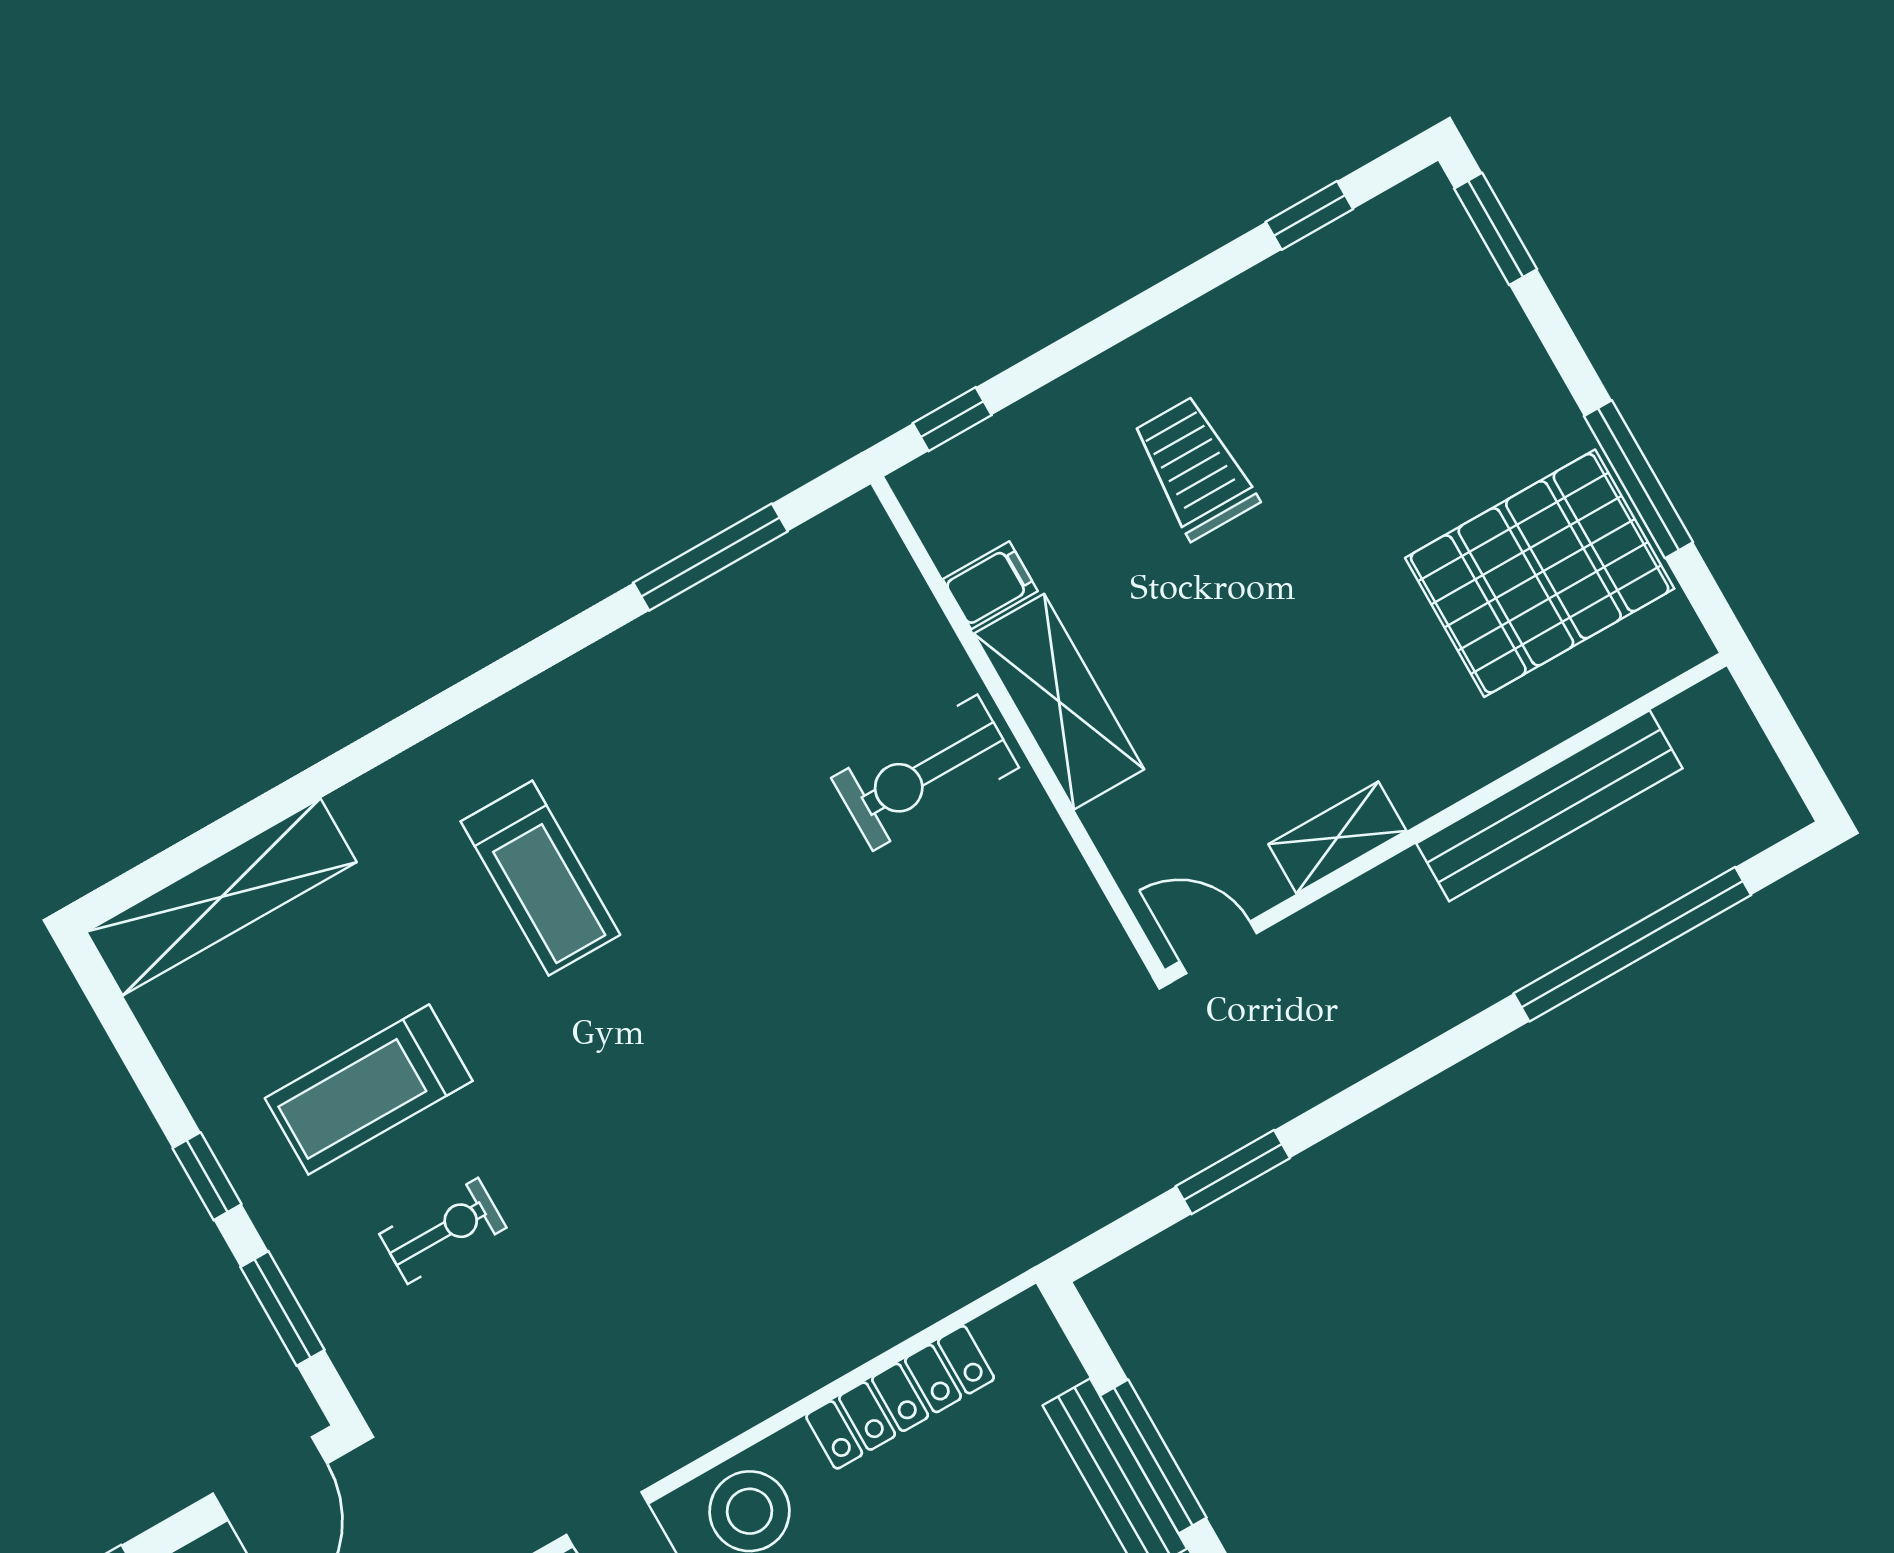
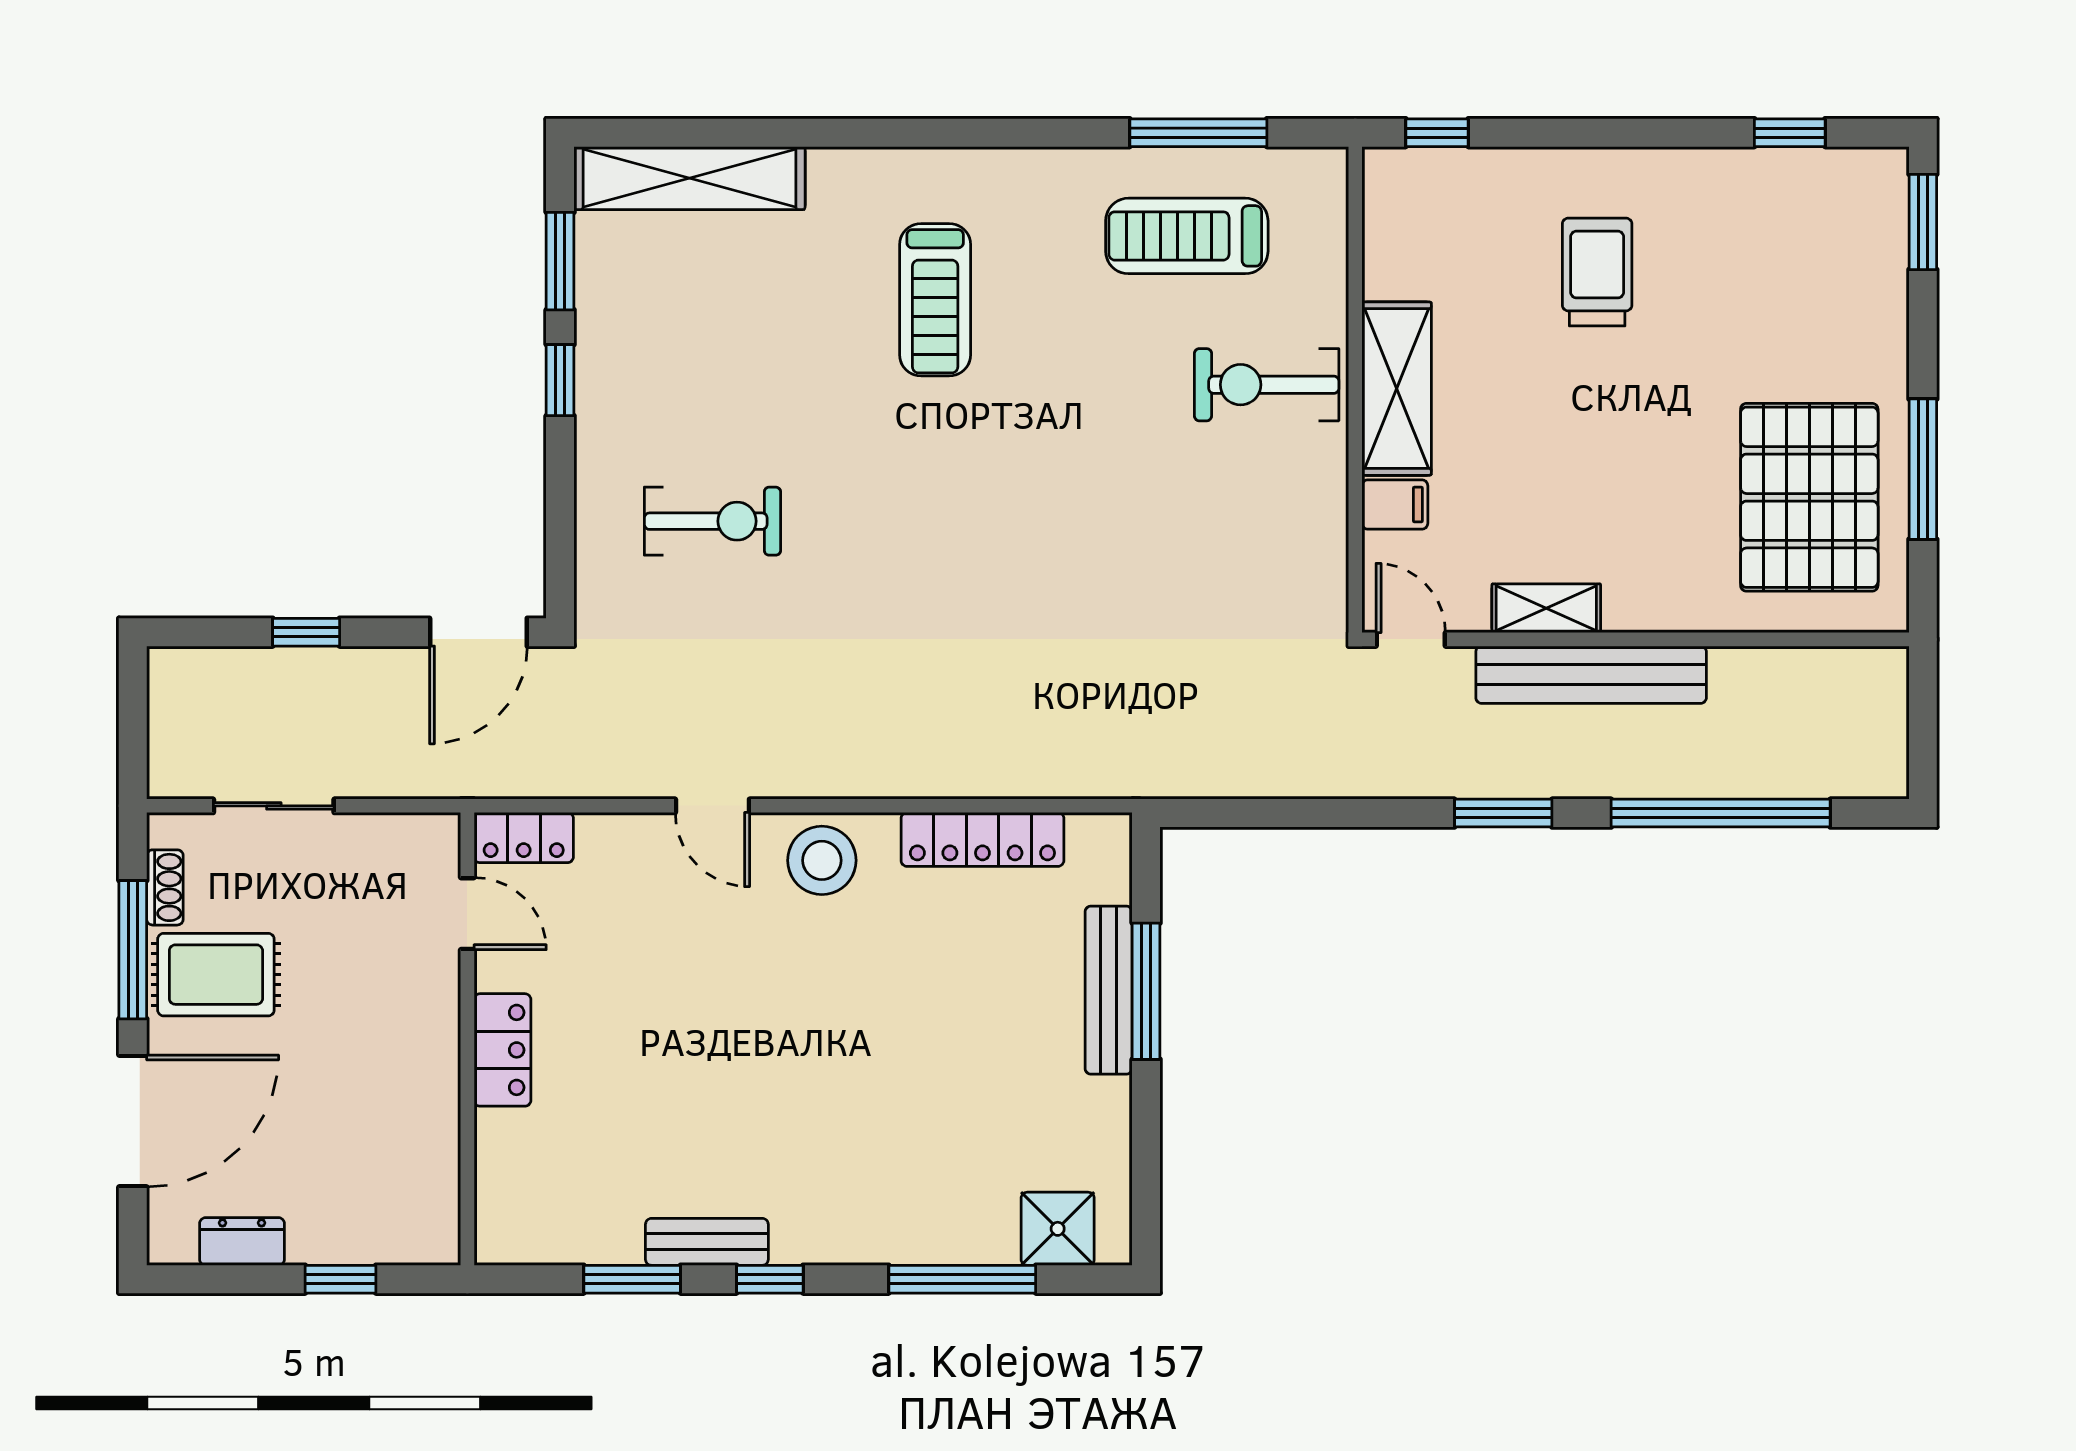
pallet: (1540, 573) -> (1809, 497), turned 90
filing cabinet: (990, 585) -> (1395, 505), moved
bench: (1549, 806) -> (1591, 675), moved
treadmill: (369, 1090) -> (1187, 236), moved
window: (1233, 1172) -> (1503, 813), moved
exercise bike: (443, 1231) -> (712, 521), width x1.38, depth x1.39
window: (282, 1308) -> (560, 261), moved

